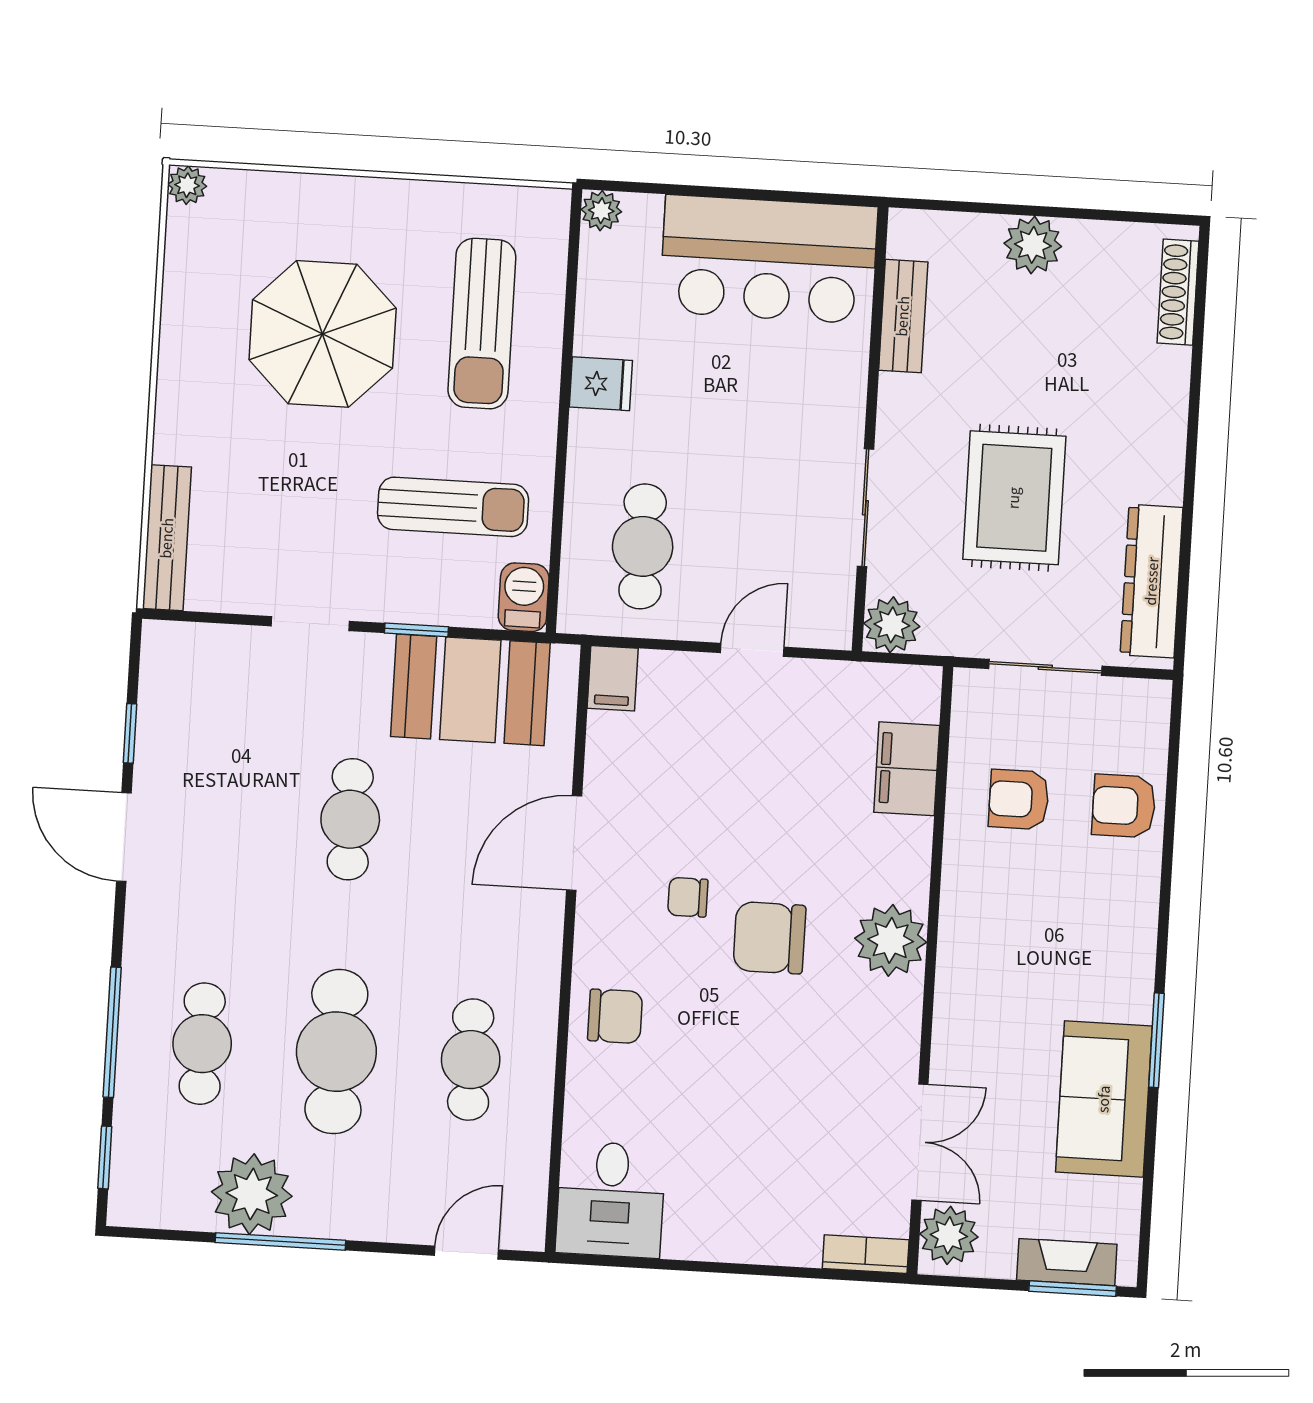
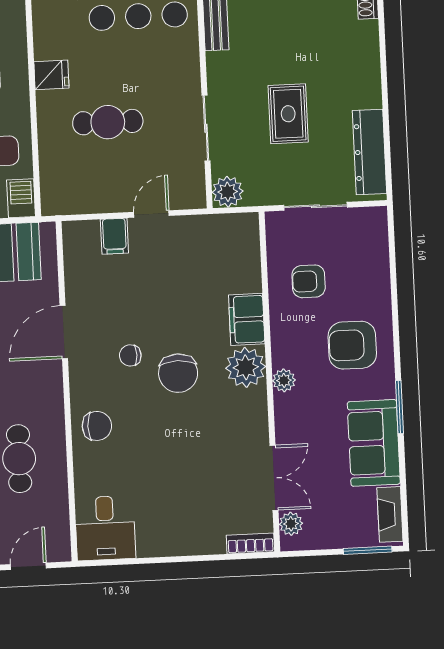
rug: (1014, 498) -> (288, 114), width x0.73, depth x0.70
cafe table: (643, 546) -> (108, 122), moved, turned 90
filing cabinet: (613, 678) -> (114, 236), moved
filing cabinet: (907, 769) -> (247, 319), moved
armchair: (1124, 806) -> (352, 345), moved, width x1.38, depth x1.38
chair: (769, 938) -> (178, 373), turned -90
plant: (956, 971) -> (284, 380), added
plant: (949, 1235) -> (291, 524), width x0.73, depth x0.73
fireplace: (1067, 1262) -> (390, 514), moved, turned -90

